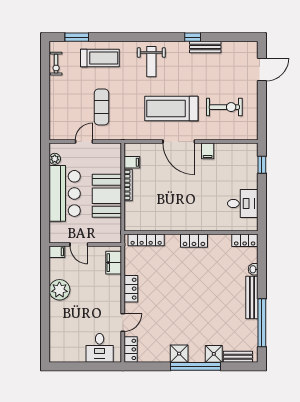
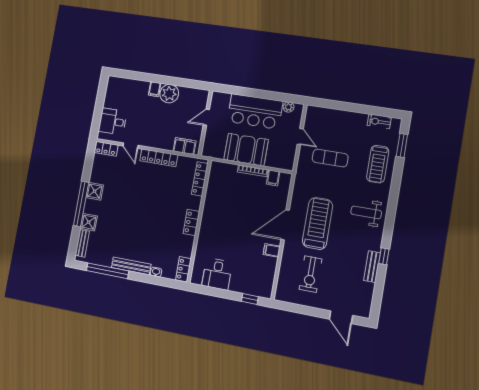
filing cabinet: (57, 252) -> (155, 89), moved
locker: (131, 289) -> (159, 158), width x1.53

